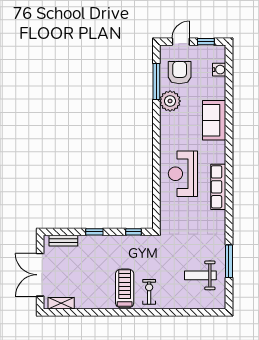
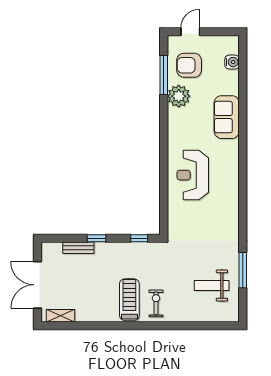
window: (206, 42) -> (218, 32), removed
armchair: (180, 73) -> (189, 65), turned -90
row of seats: (218, 187) -> (231, 189), removed
bench: (63, 241) -> (78, 248), moved

